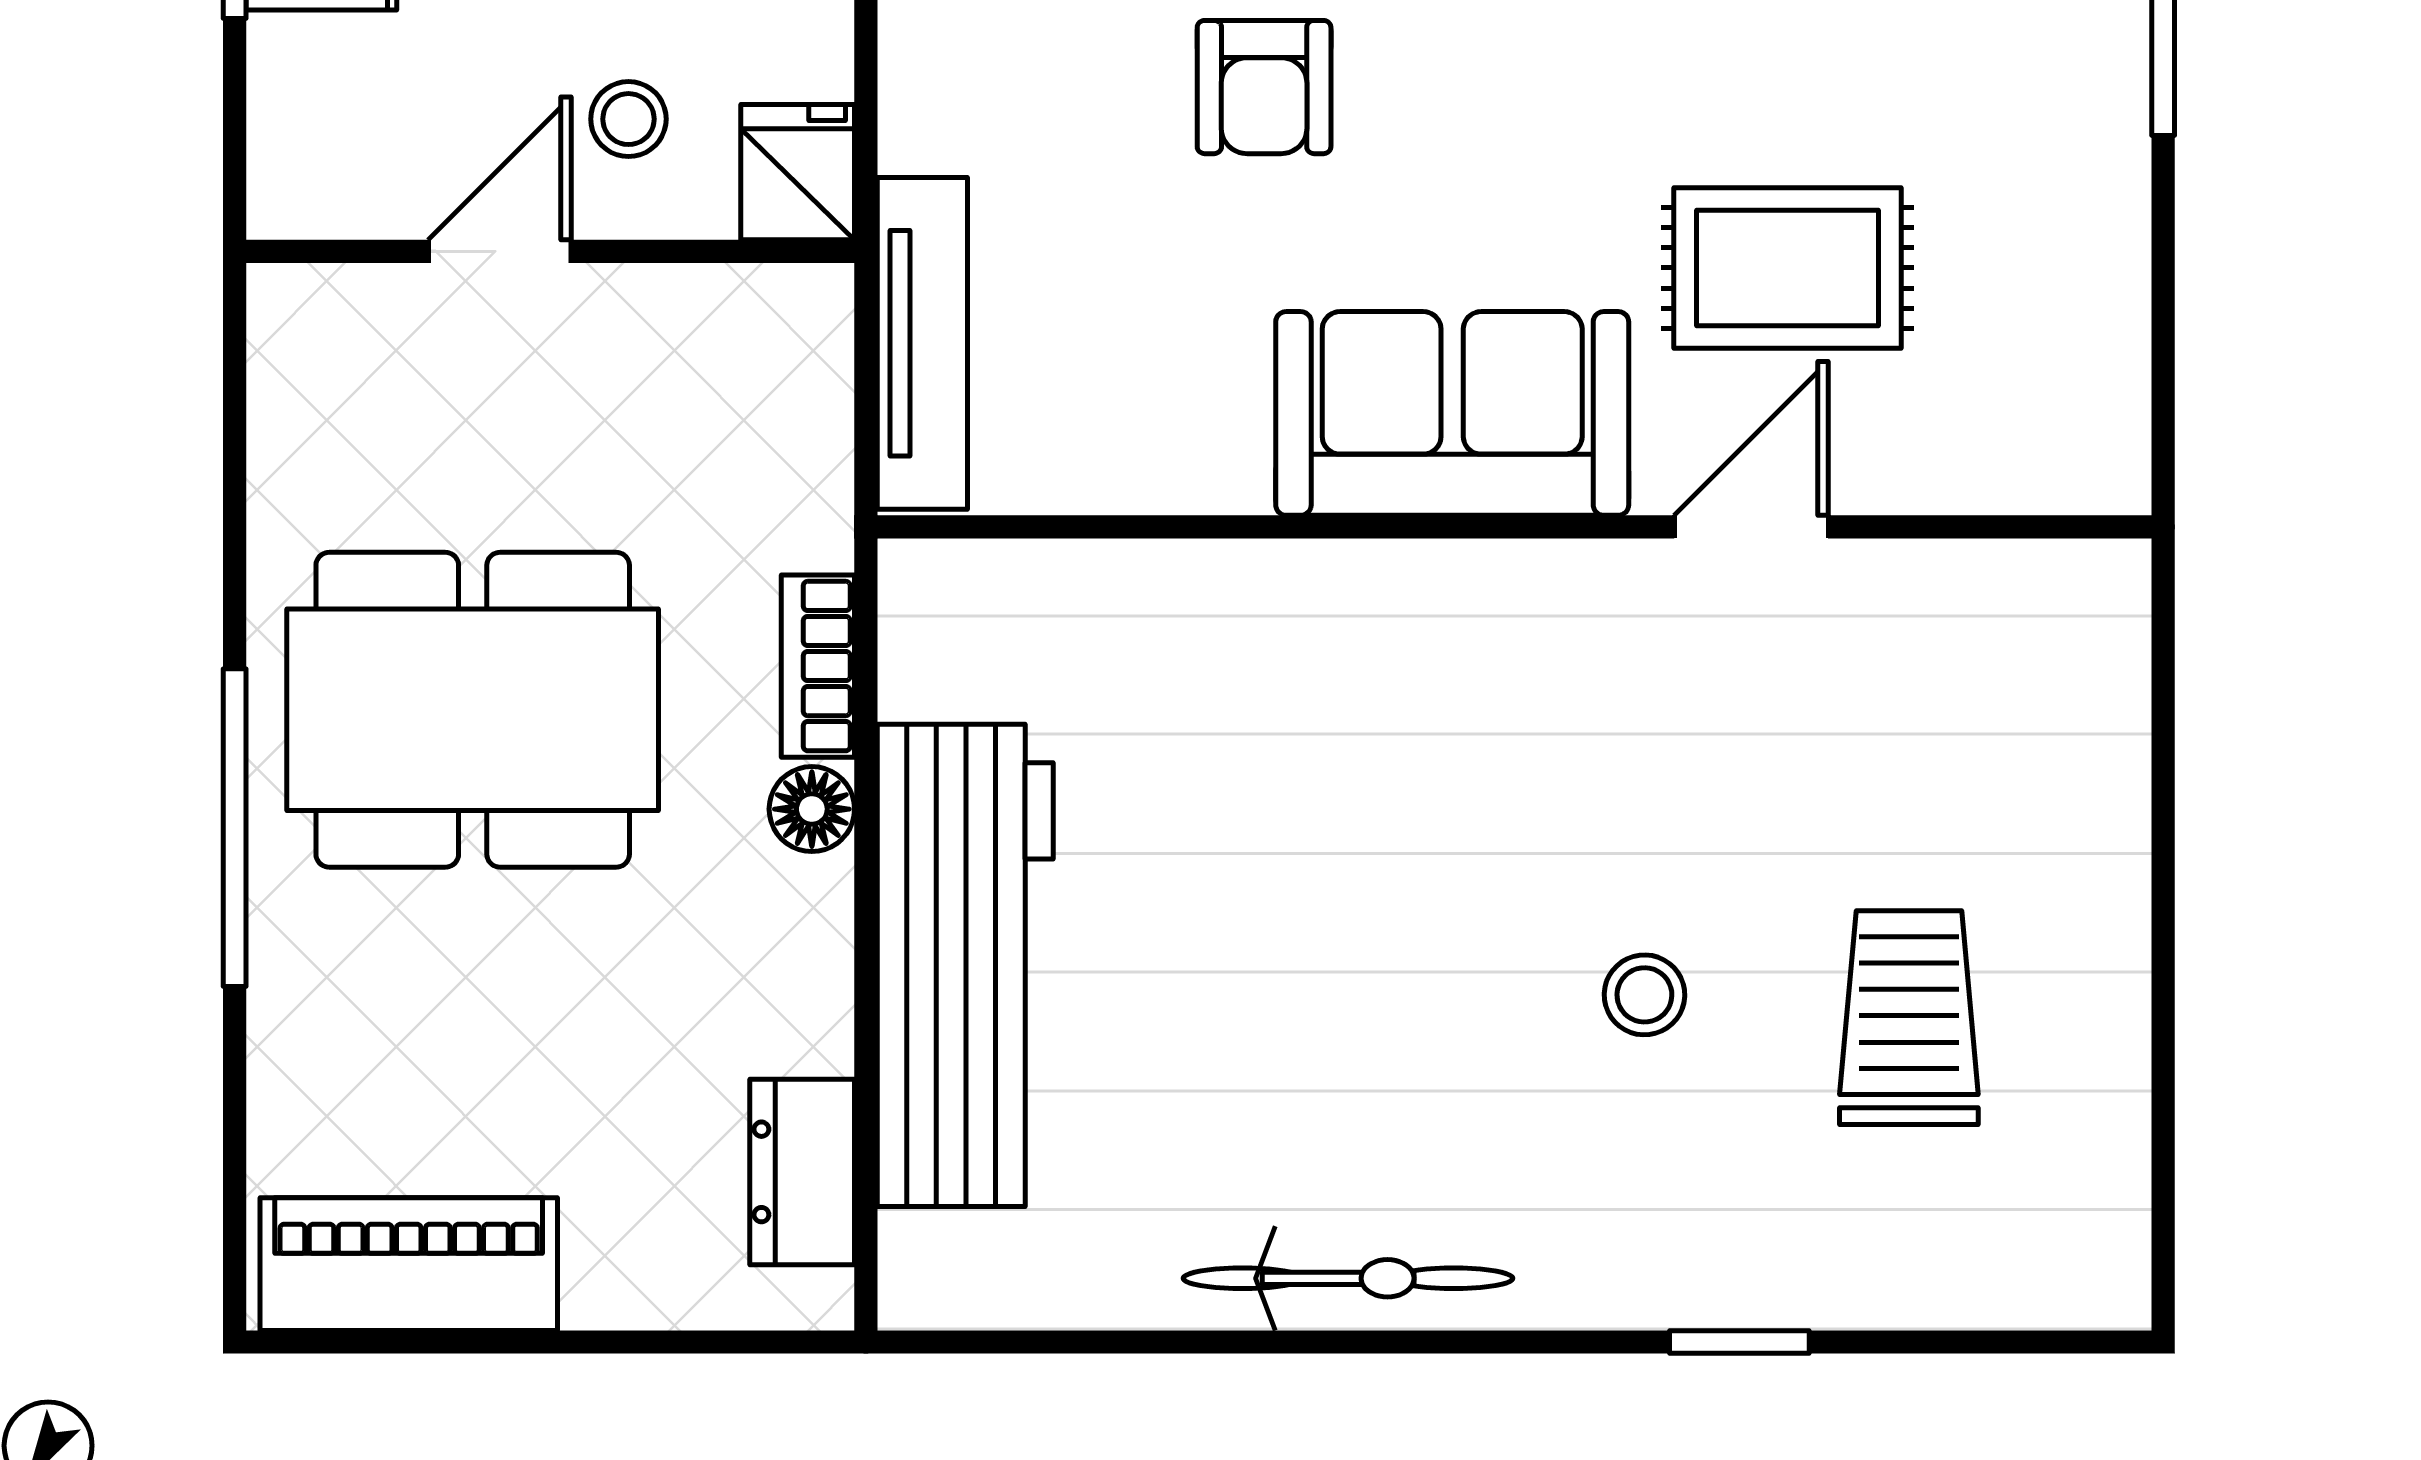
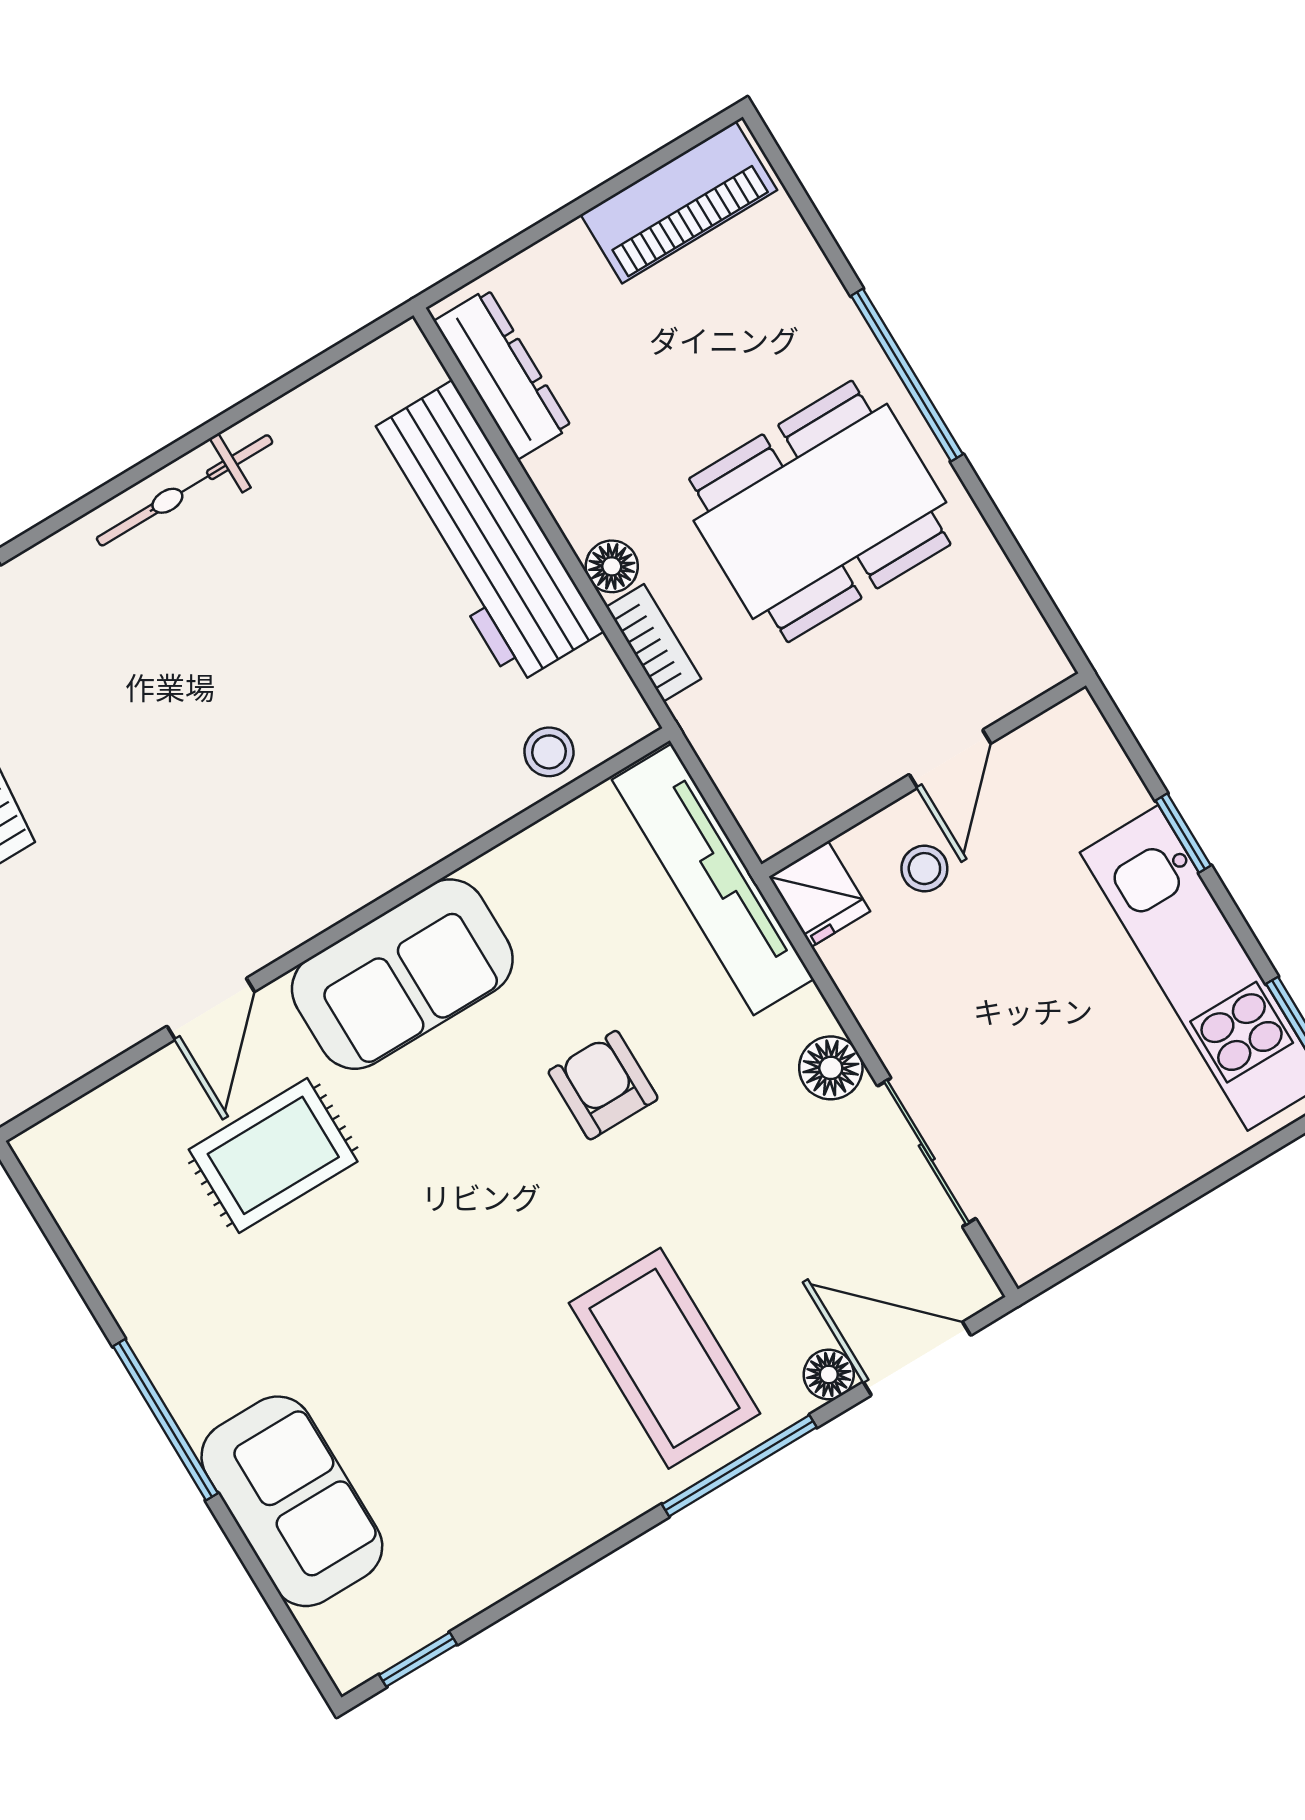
tv unit: (922, 343) -> (713, 879), width x1.36, depth x1.29
stool: (1644, 995) -> (549, 752), moved
dresser: (802, 1172) -> (503, 374), width x1.44

